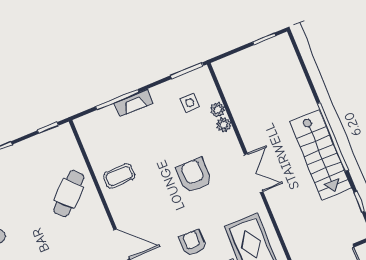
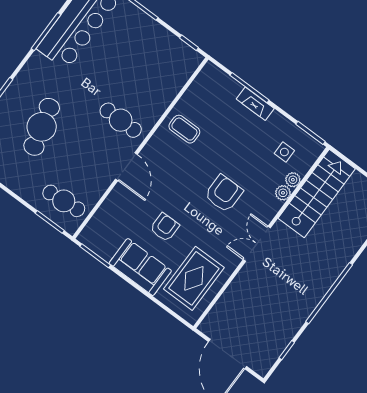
stairs: (320, 155) -> (317, 194), moved, turned 180
double door: (254, 173) -> (257, 244), swing flipped
cafe table: (69, 193) -> (121, 120), moved, turned 44

